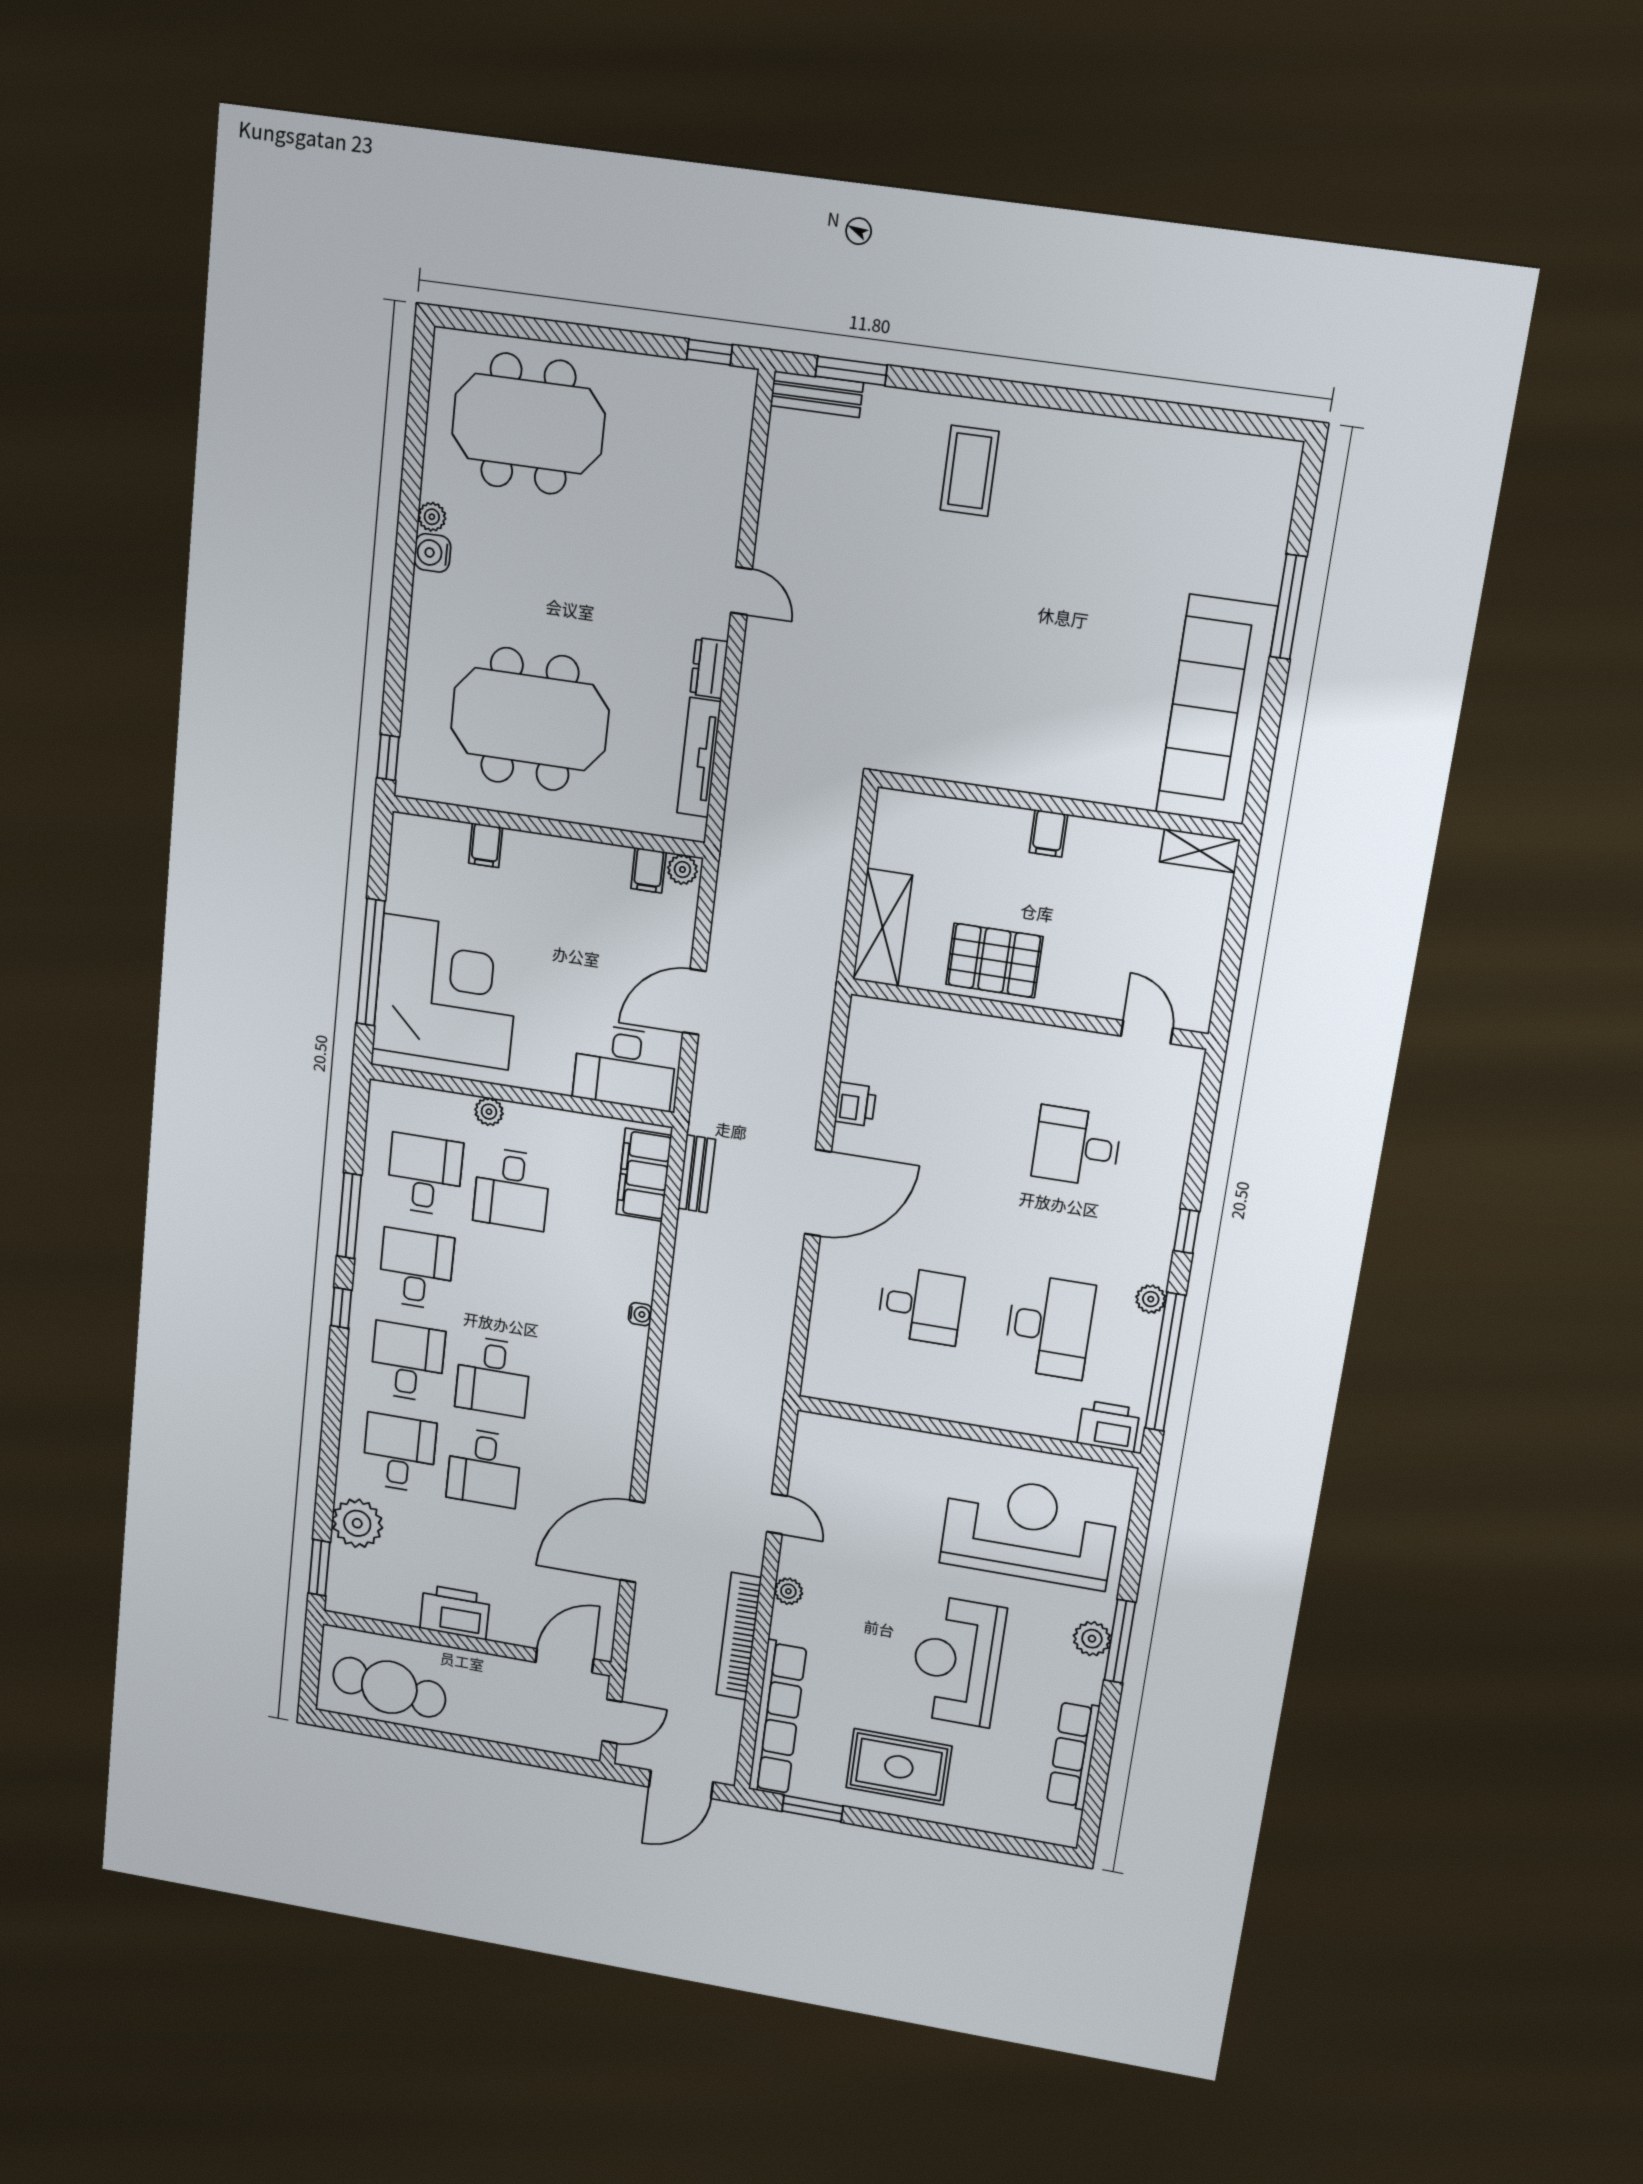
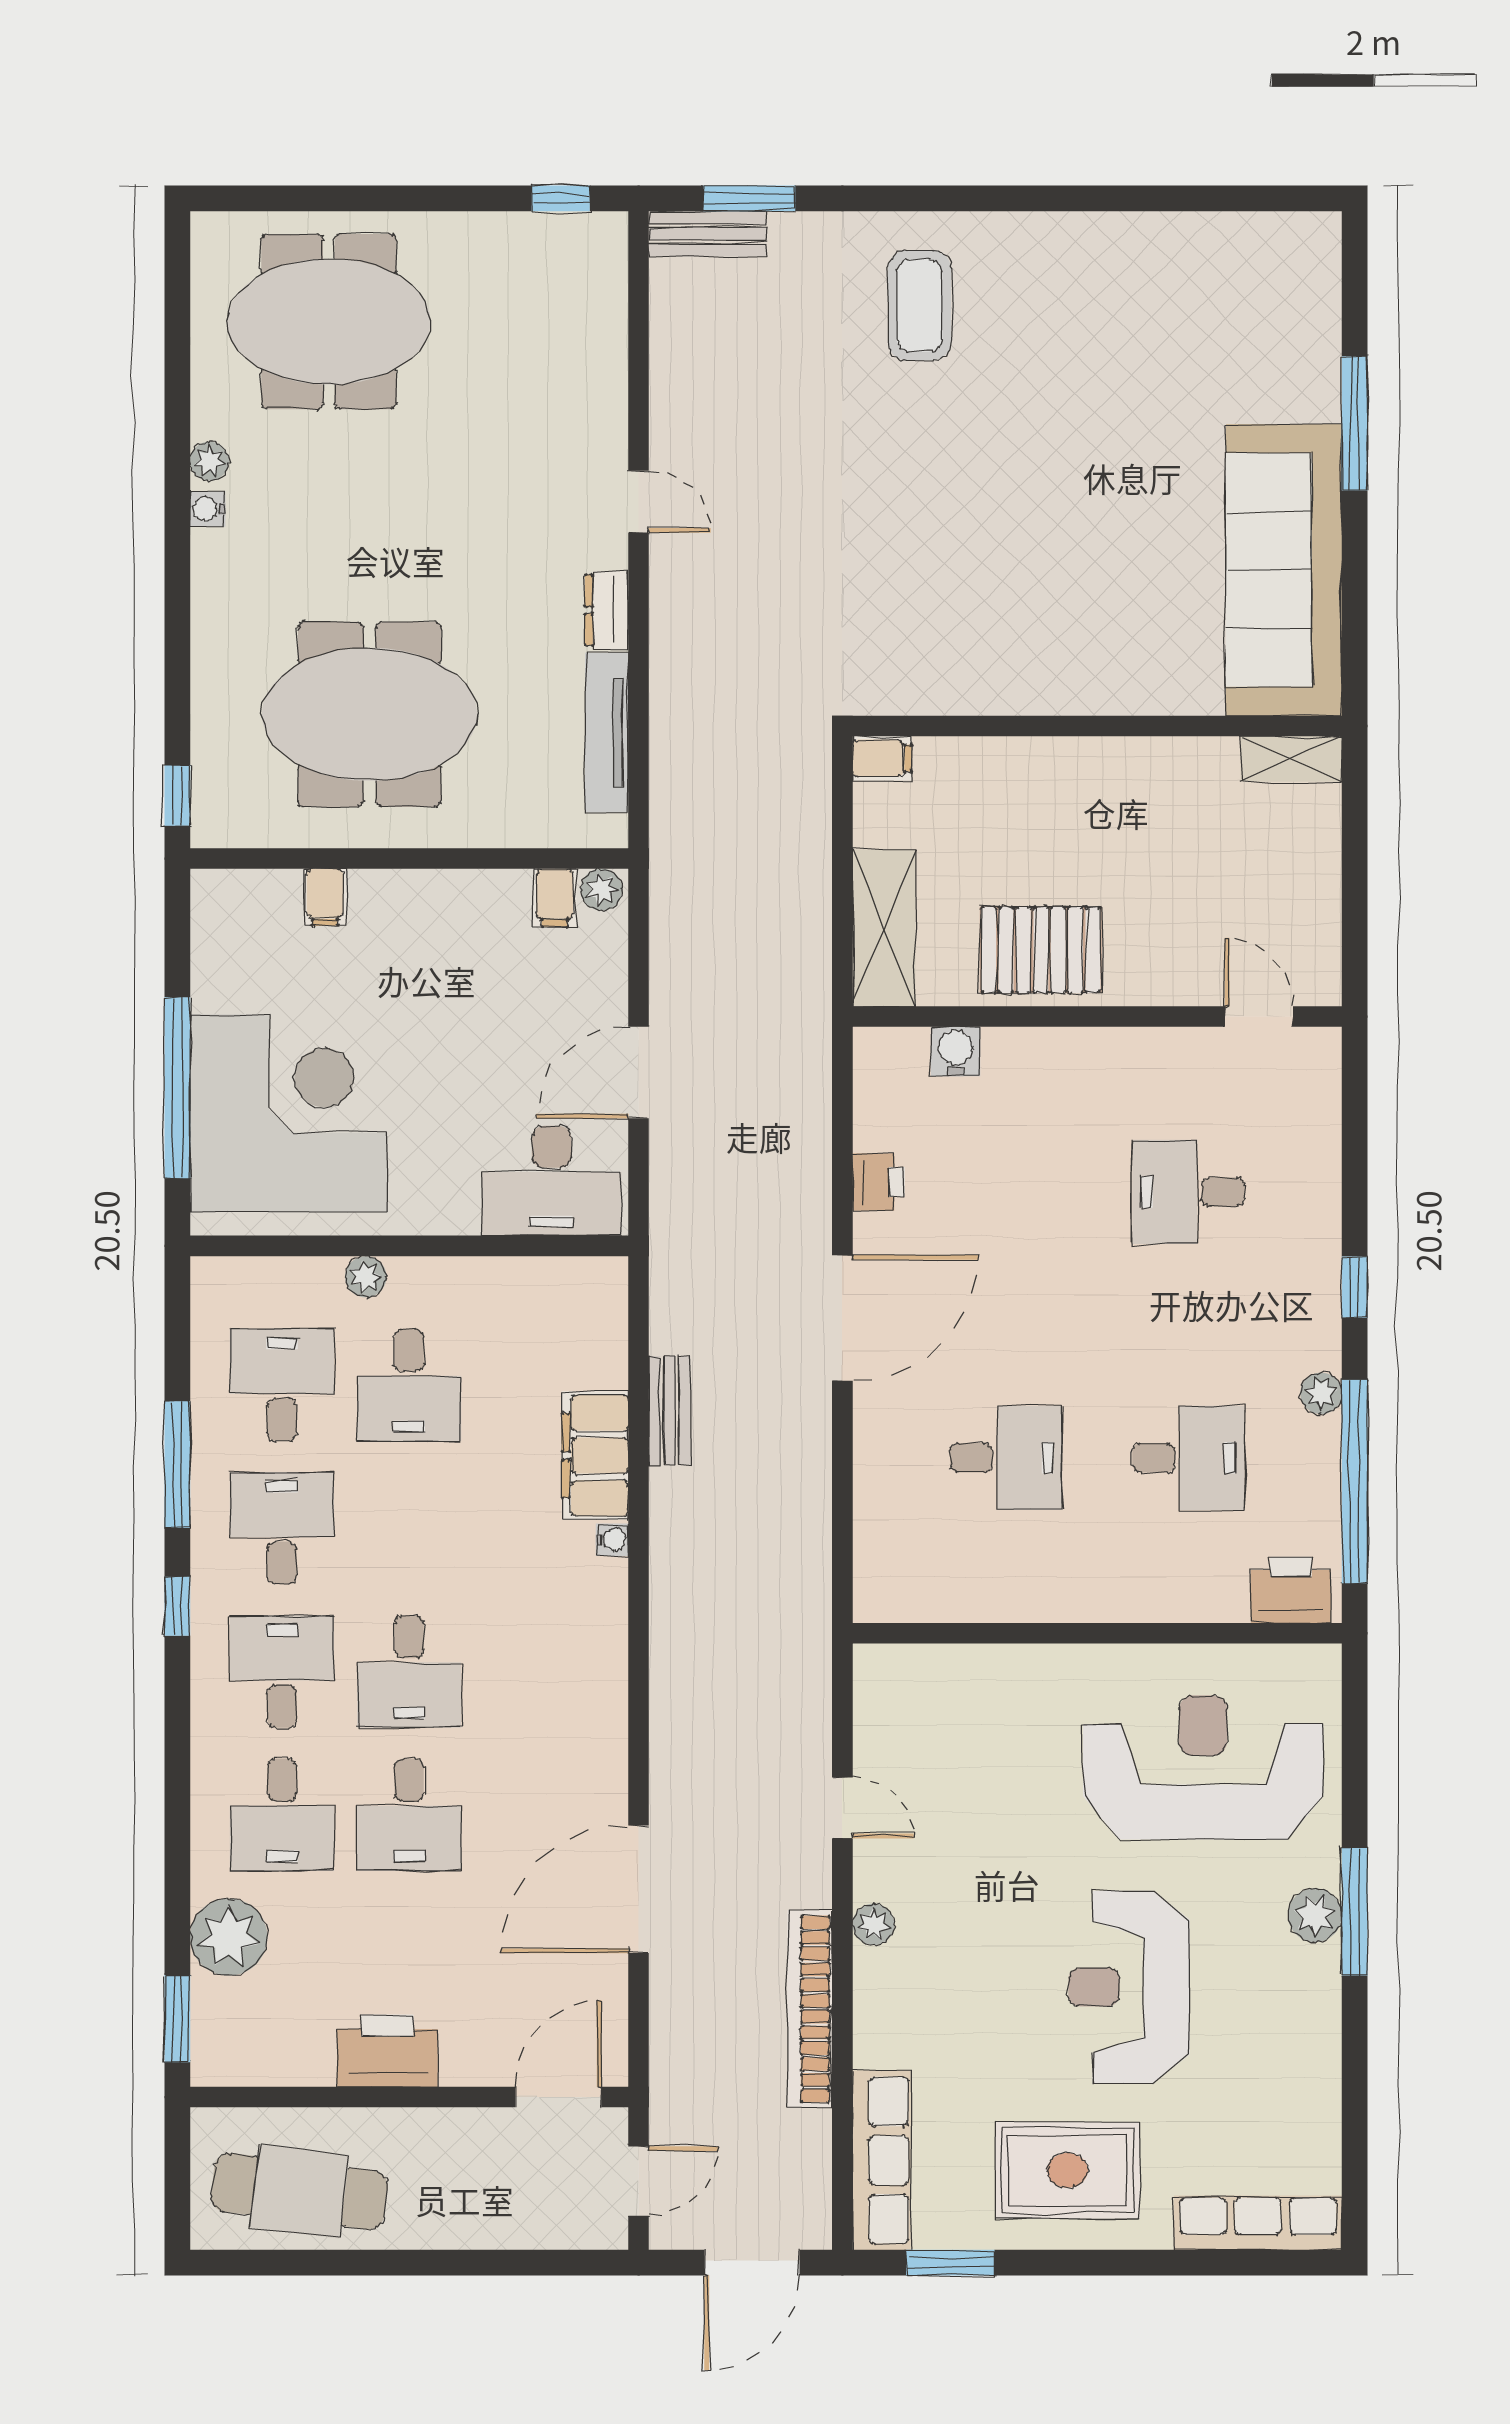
water cooler: (432, 553) -> (208, 509), width x0.72, depth x0.72
filing cabinet: (1048, 833) -> (882, 758), moved, turned -90
water cooler: (923, 1022) -> (955, 1051), added
bench: (697, 1174) -> (670, 1411), moved
filing cabinet: (644, 1175) -> (595, 1455), moved
desk: (1049, 1327) -> (1188, 1458), width x0.73
desk: (399, 1453) -> (282, 1815), turned 180
row of seats: (778, 1718) -> (882, 2160), width x0.73
row of seats: (1073, 1755) -> (1258, 2223), moved, turned 90

